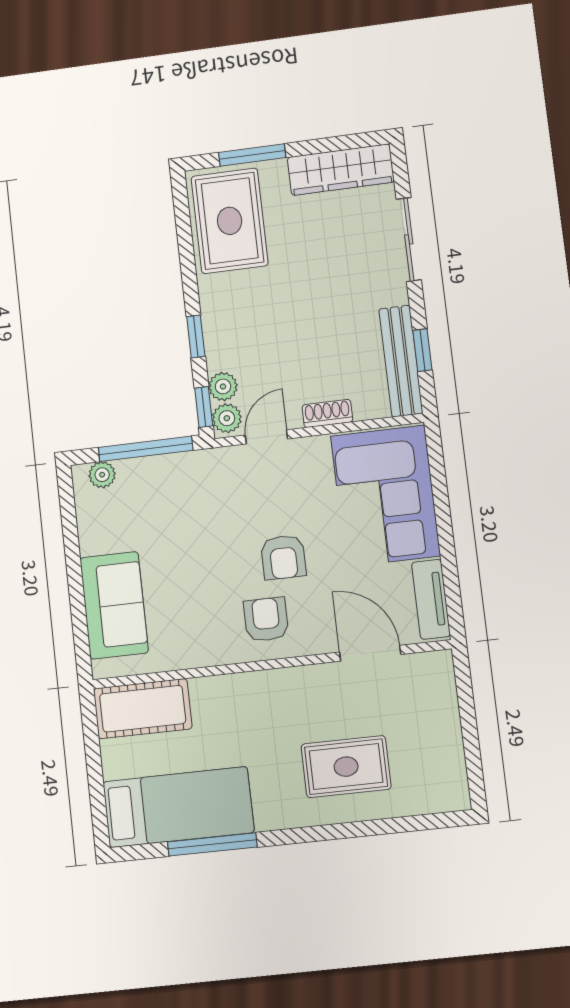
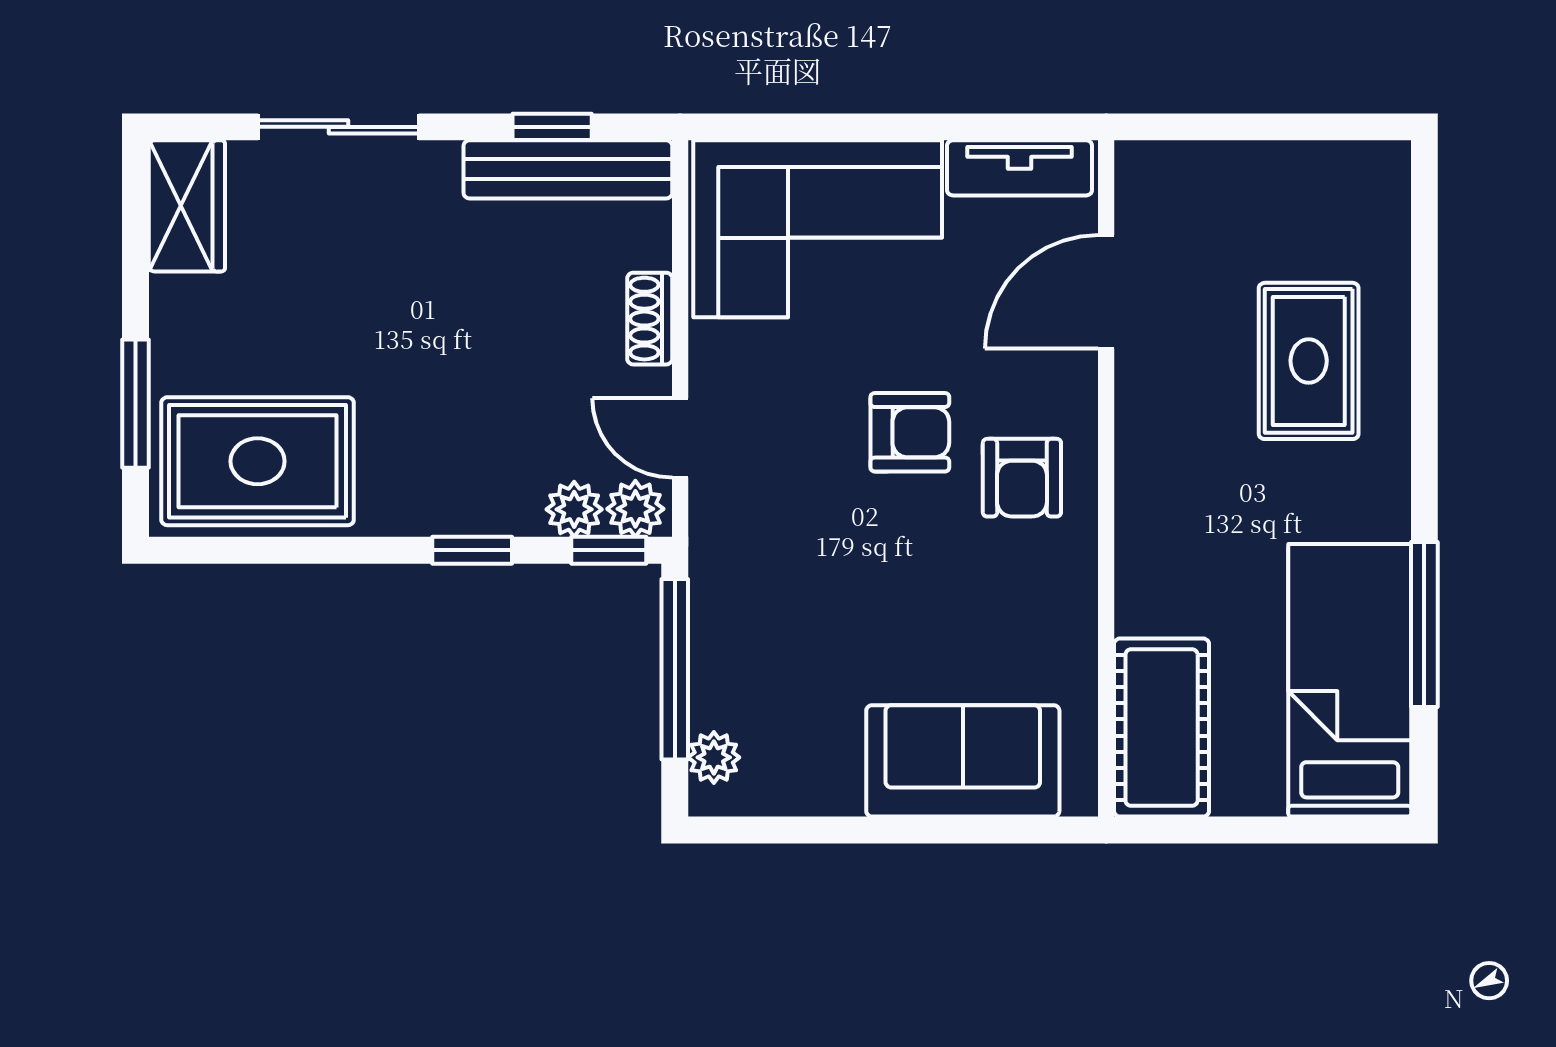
wardrobe: (341, 170) -> (187, 206), width x0.67
armchair: (266, 619) -> (1022, 478), turned -90

